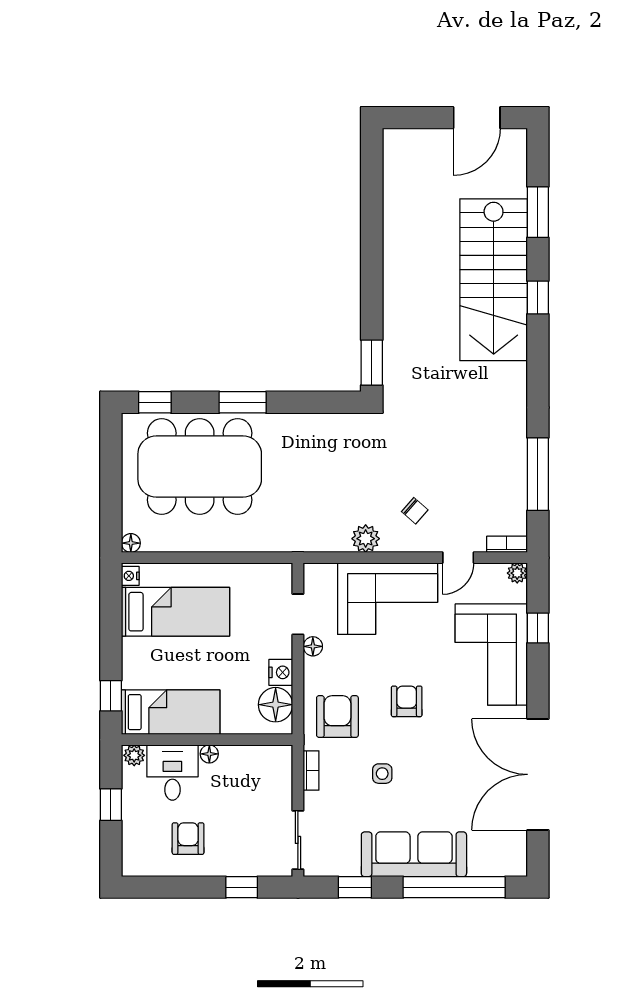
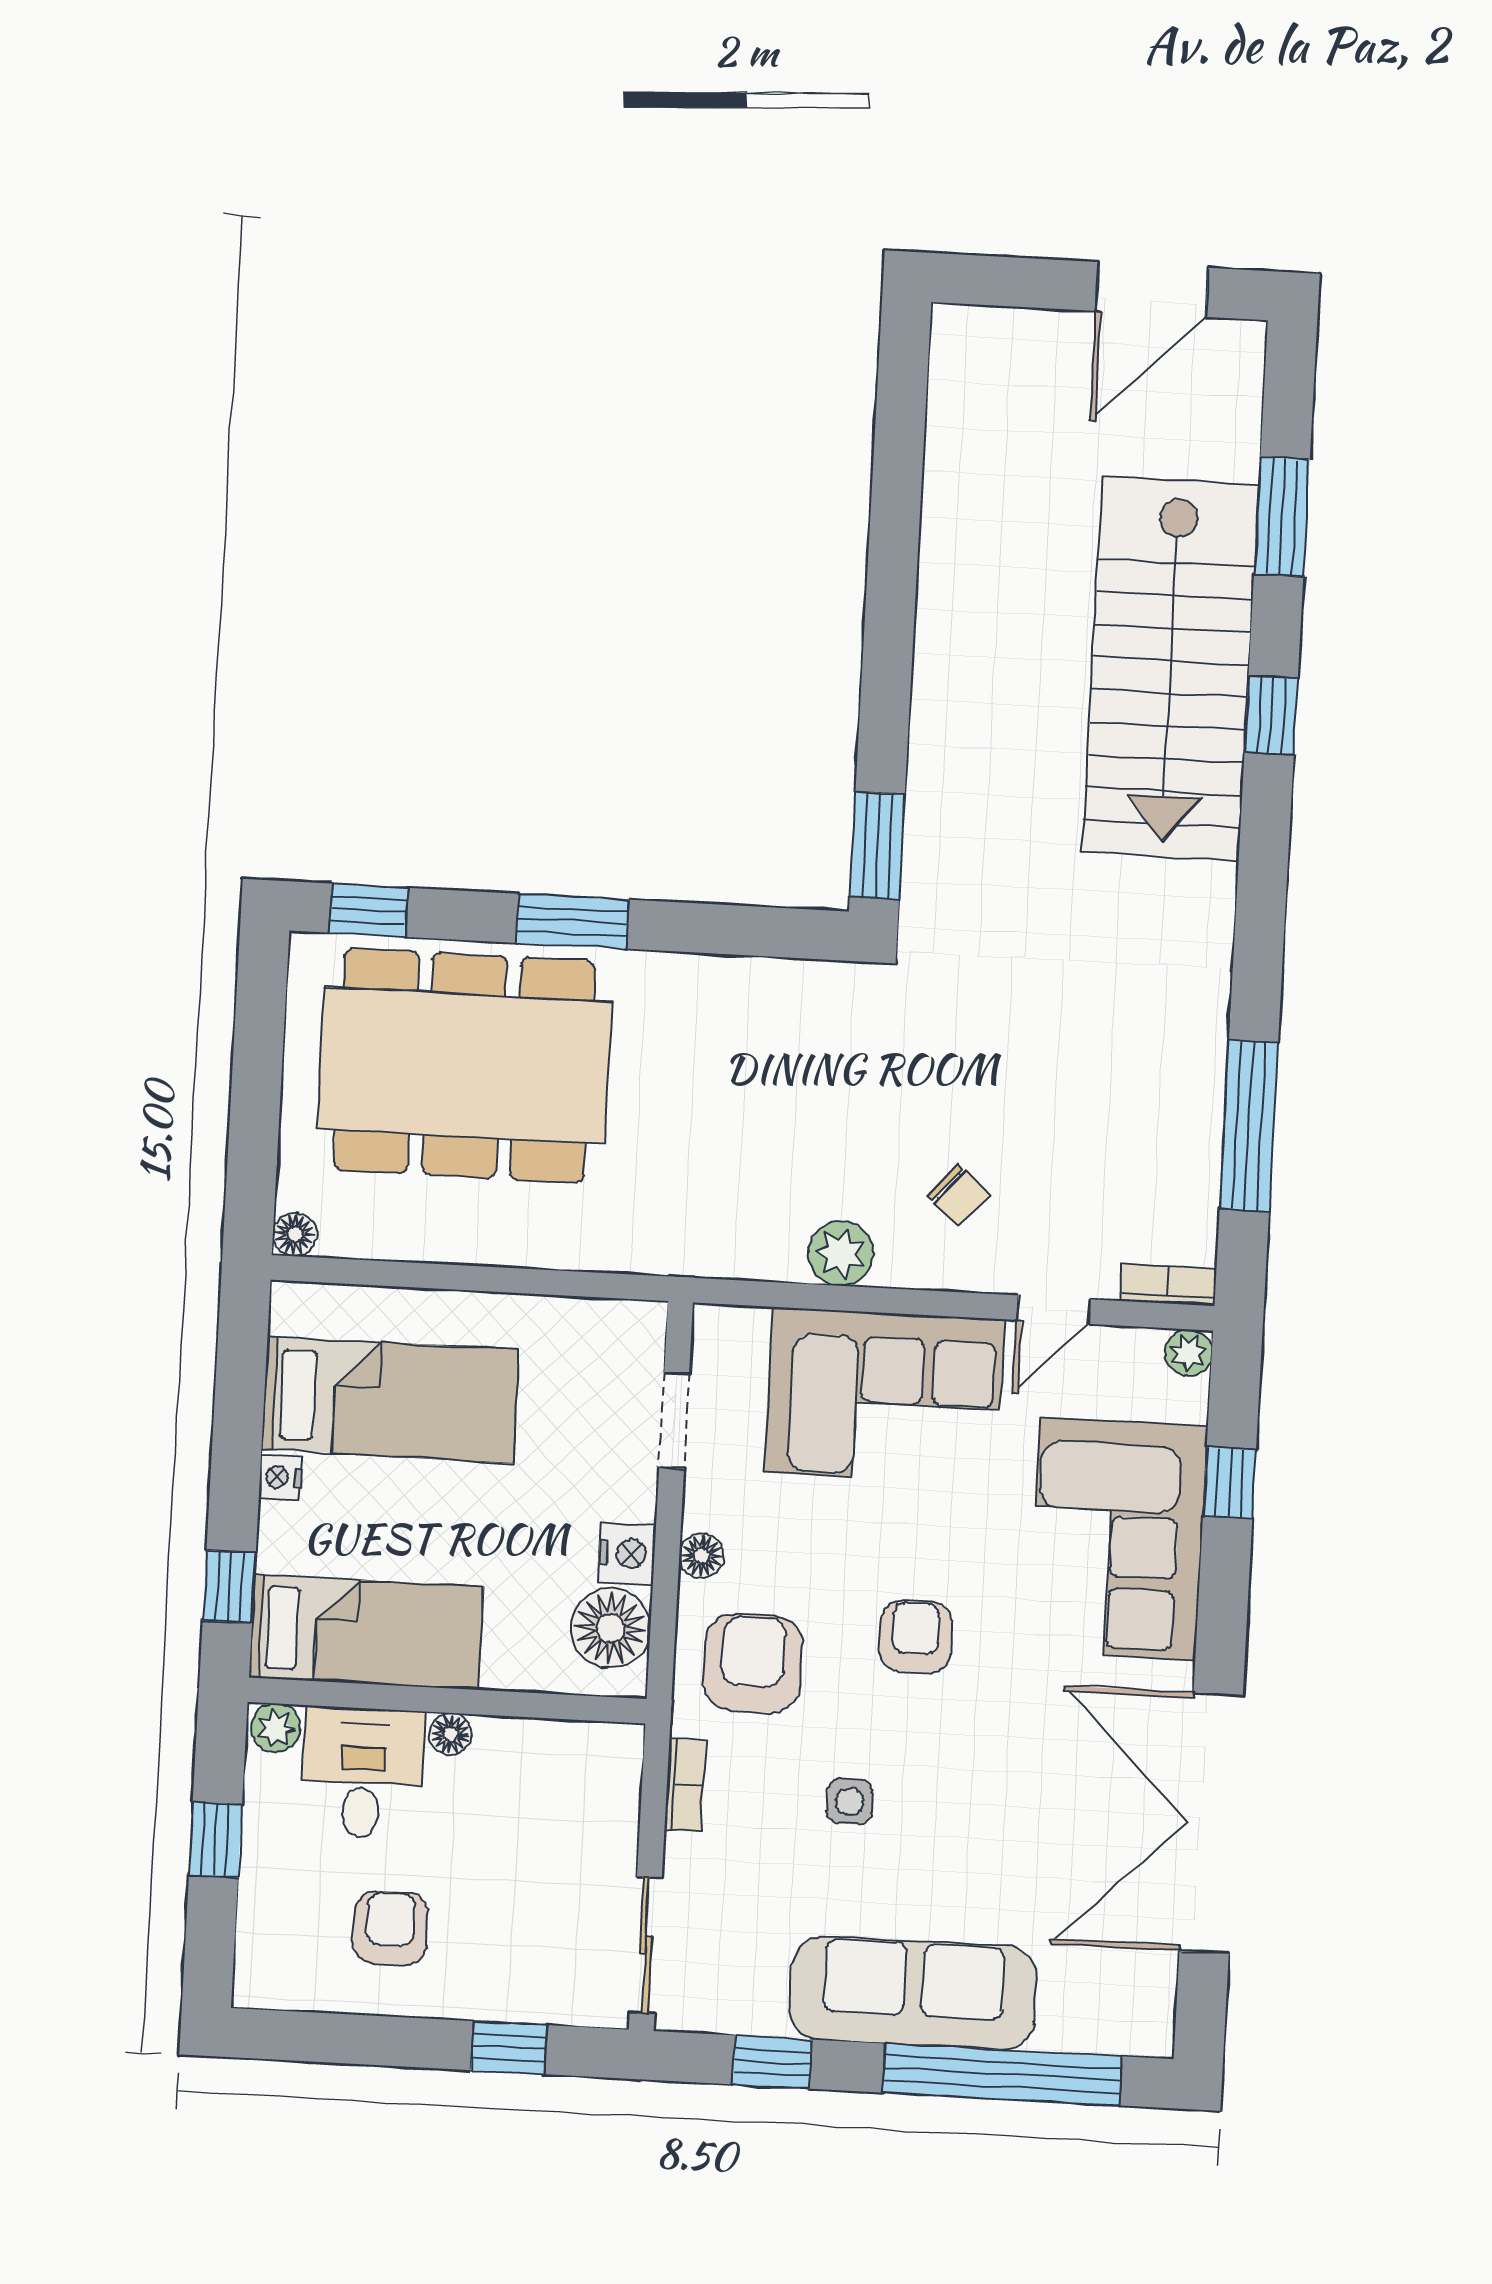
nightstand: (130, 576) -> (280, 1477), moved
floor lamp: (313, 646) -> (702, 1556), moved

